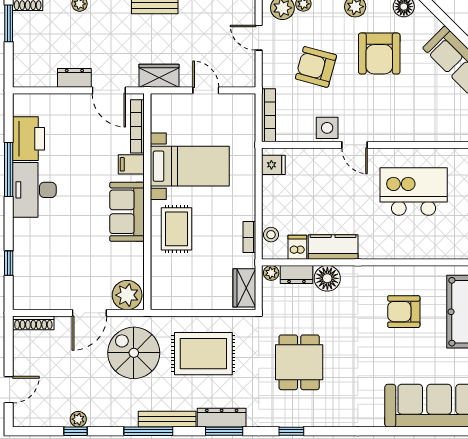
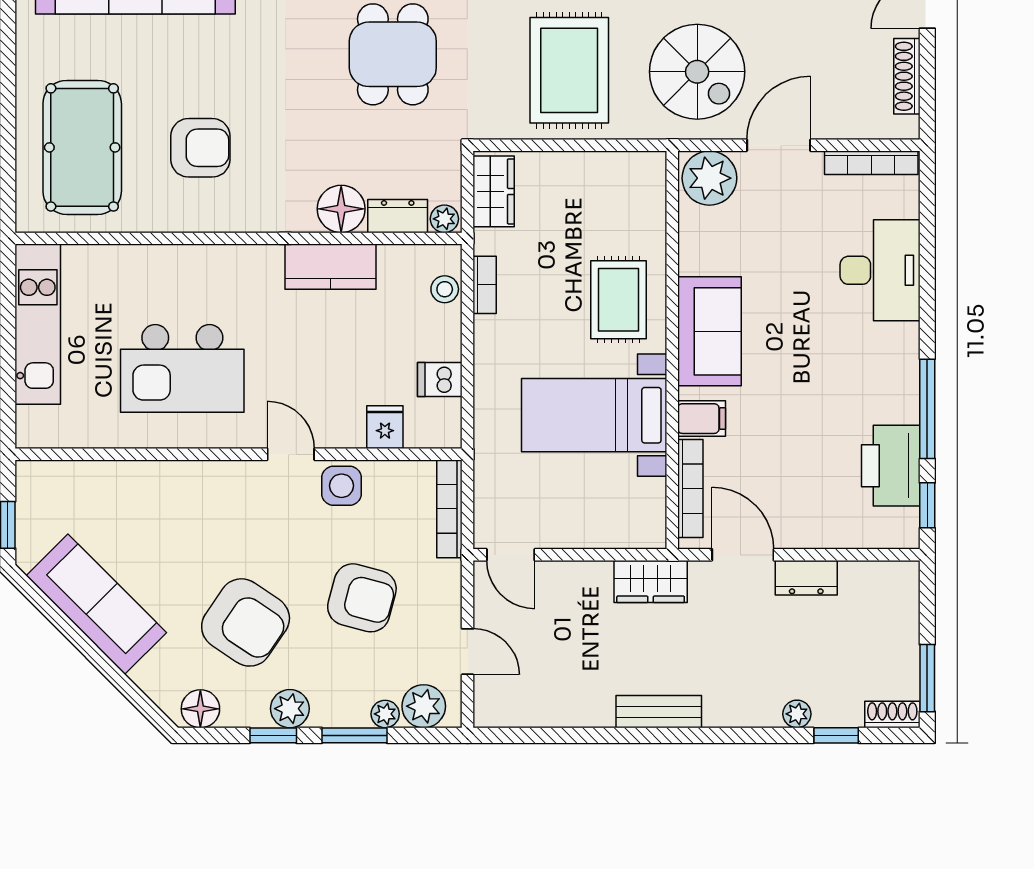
armchair: (379, 54) -> (246, 622), turned 124
door: (206, 90) -> (511, 555), moved
fridge: (273, 165) -> (385, 427), moved, turned 90
desk: (34, 190) -> (880, 270), moved
dishwasher: (297, 247) -> (440, 379), moved, turned 90
window: (9, 263) -> (927, 505), moved
bookcase: (39, 303) -> (871, 163), added
shoe rack: (33, 323) -> (907, 76), moved, turned -90
rug: (203, 354) -> (569, 70), turned 90

